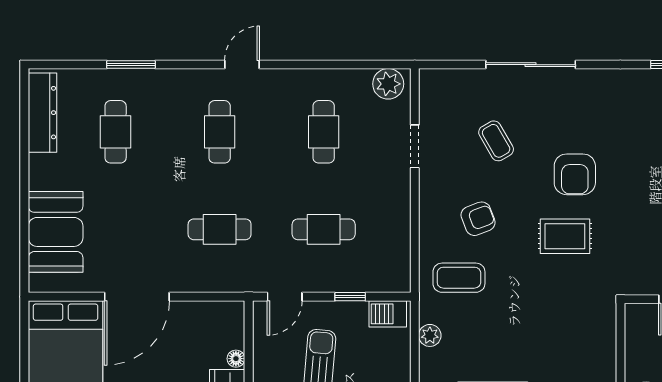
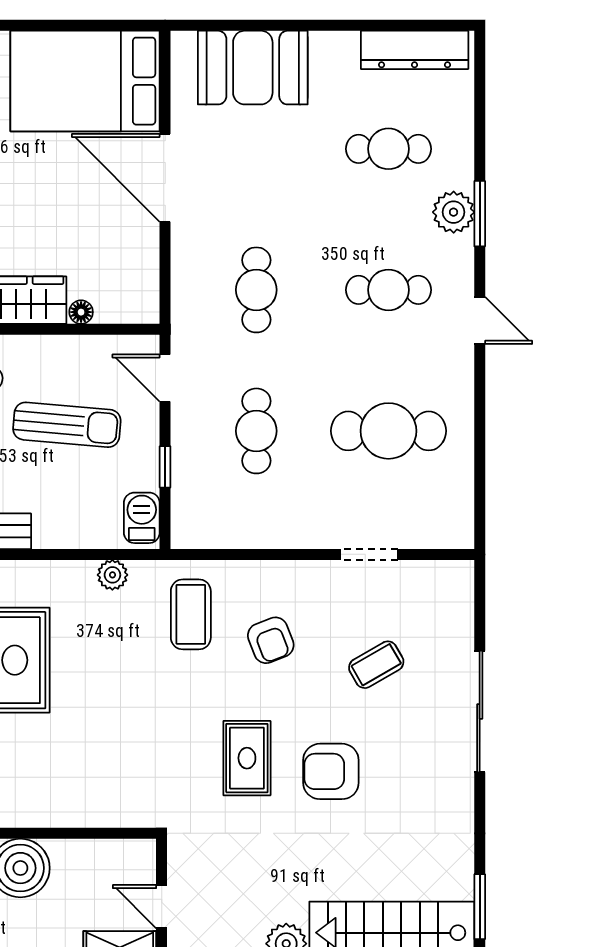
window: (131, 65) -> (480, 214), moved
plant: (388, 84) -> (454, 212), moved
cafe table: (324, 132) -> (388, 431), width x1.37, depth x1.35

